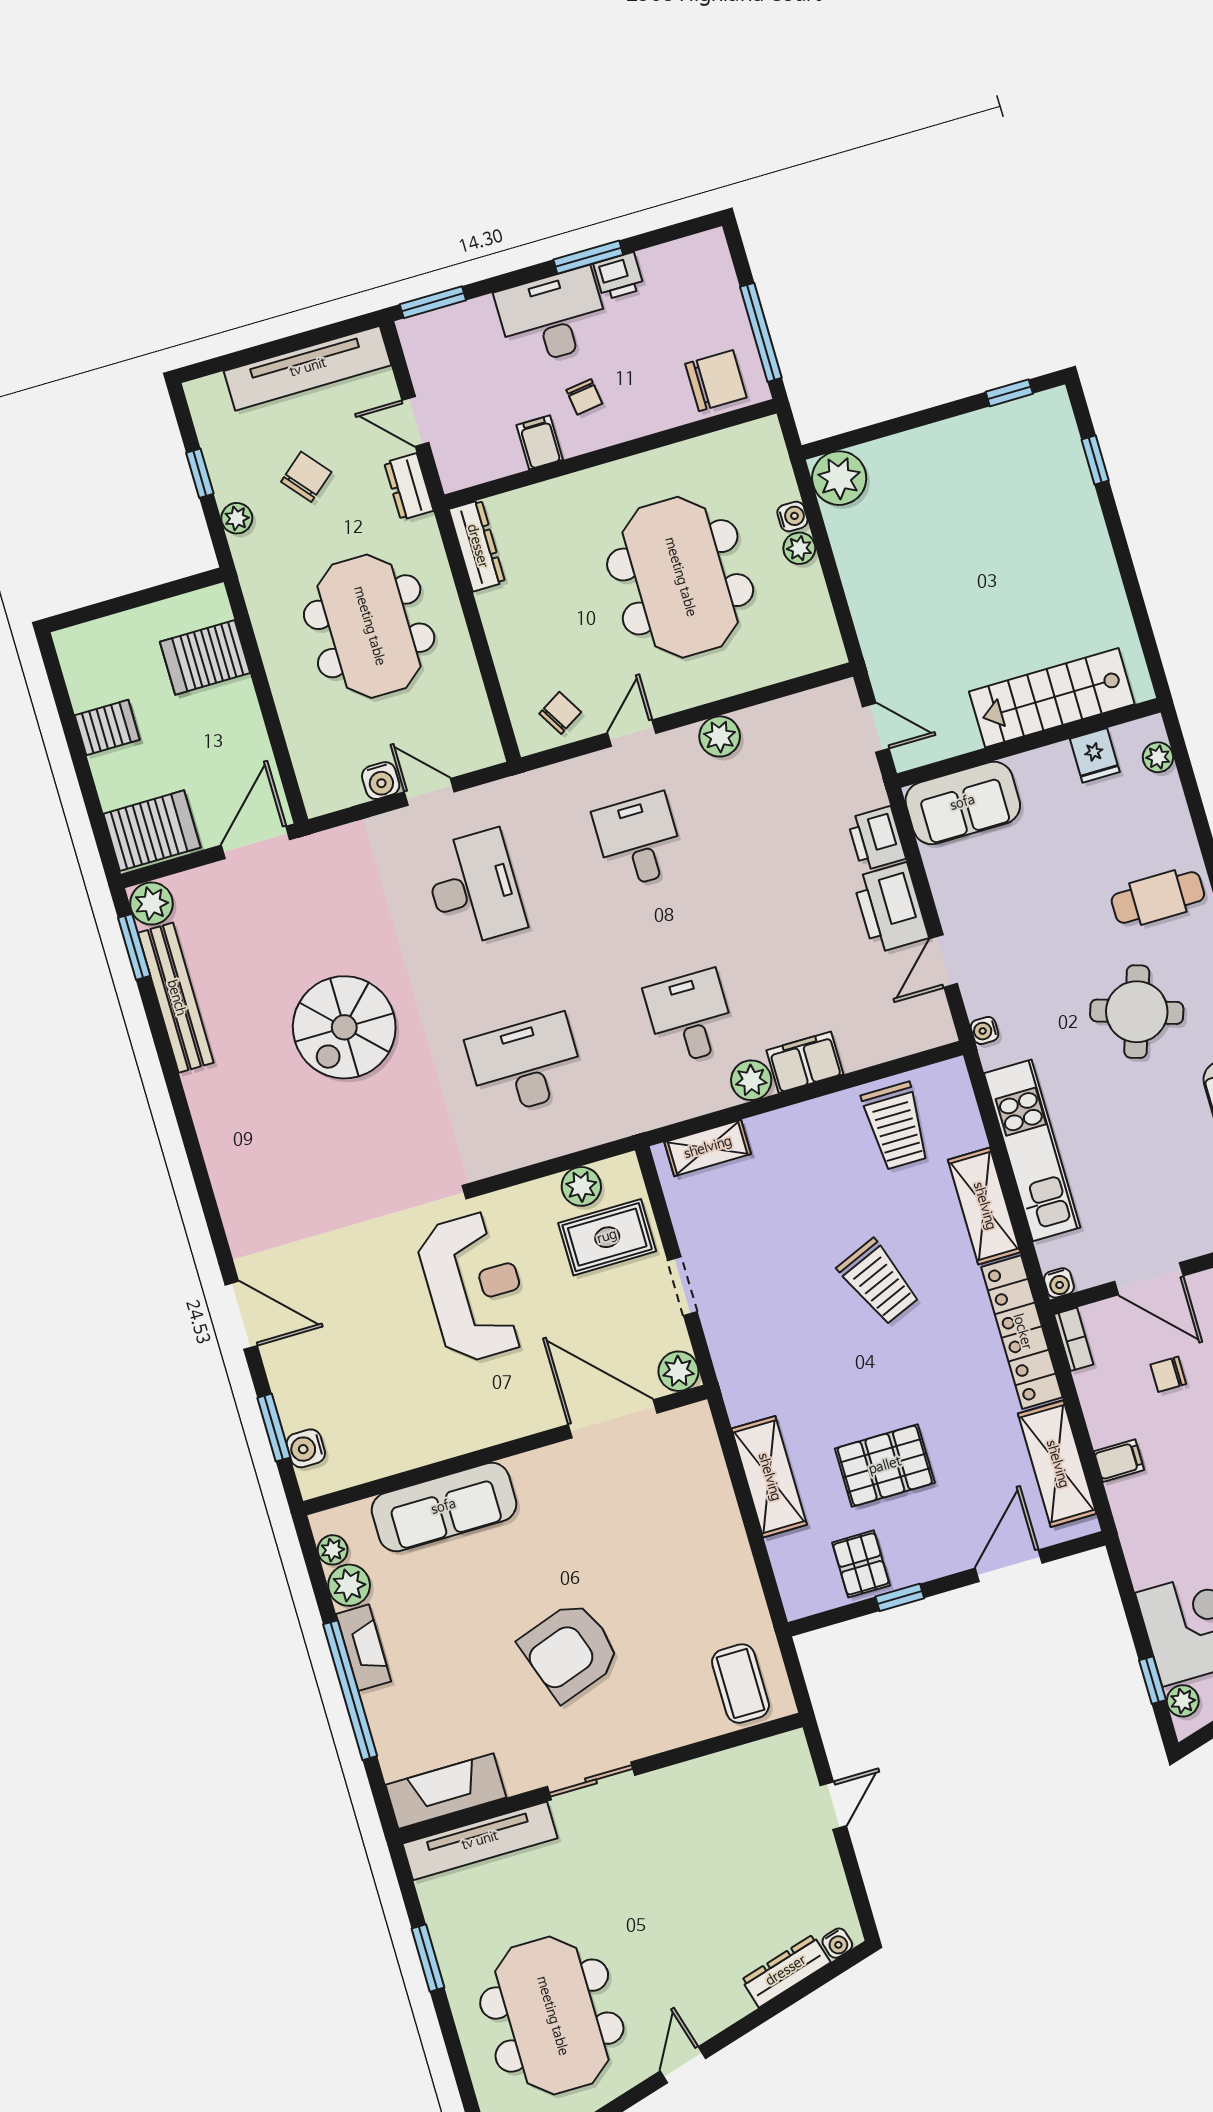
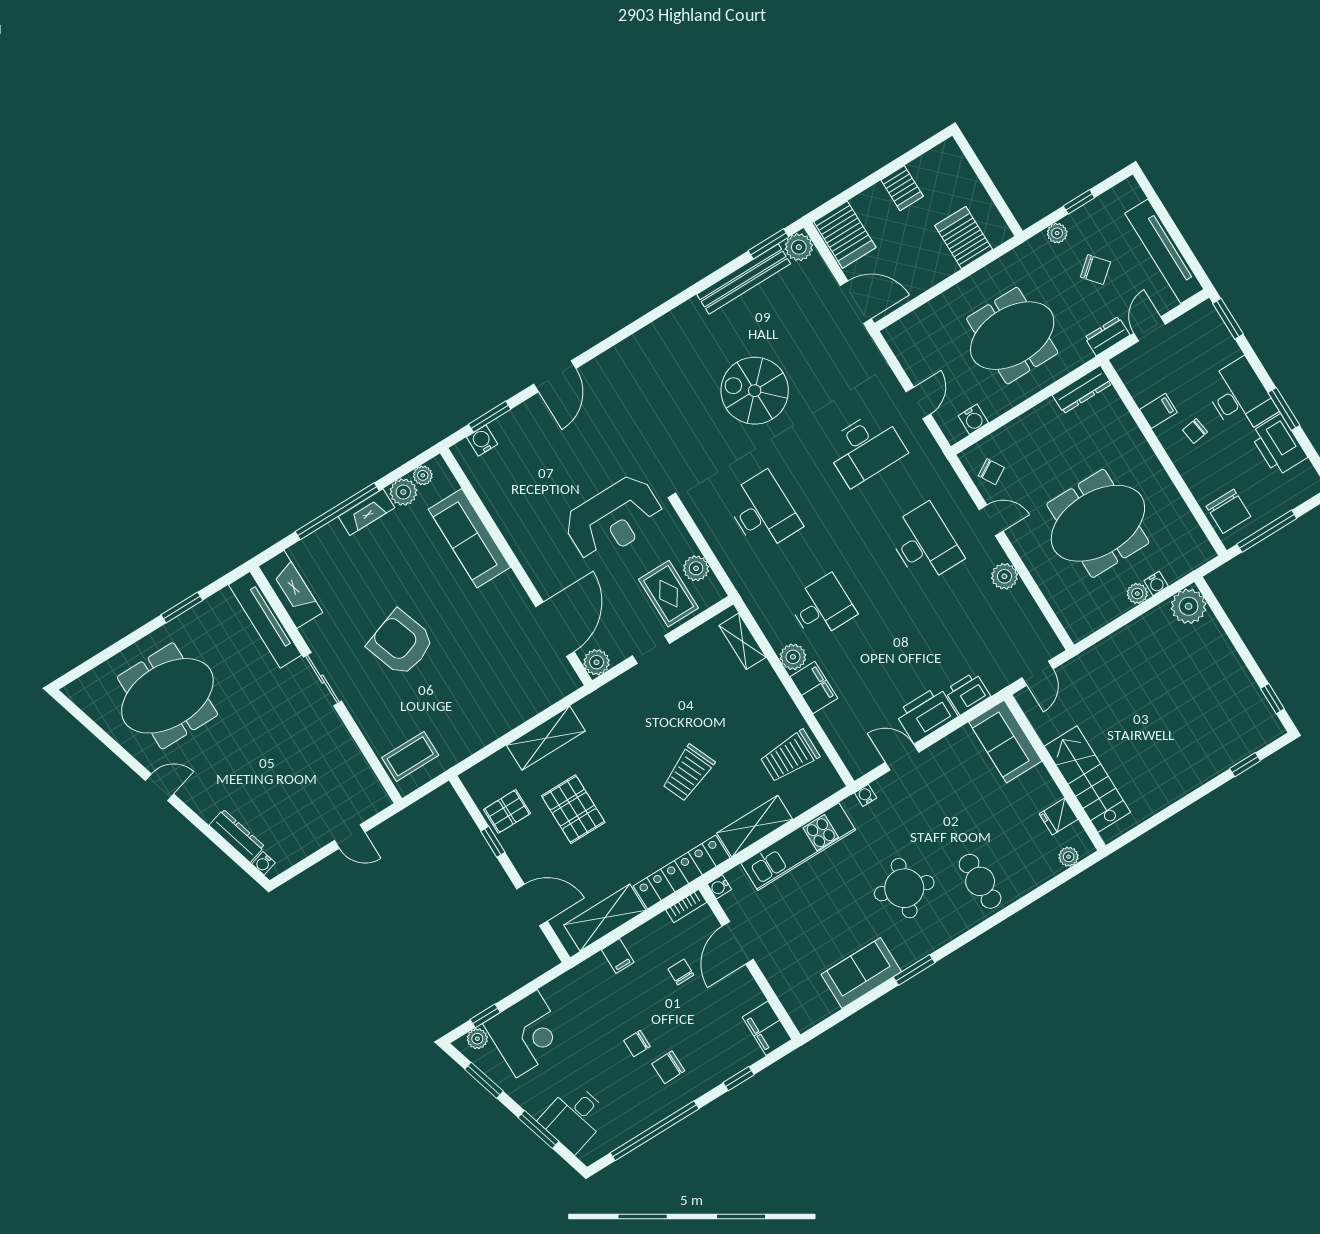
printer: (619, 276) -> (1278, 445), width x1.87, depth x1.48
water cooler: (381, 781) -> (973, 419), moved, turned -90
desk: (639, 841) -> (924, 544), width x1.37

